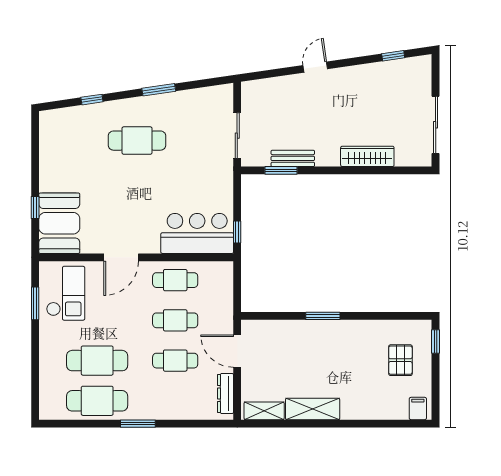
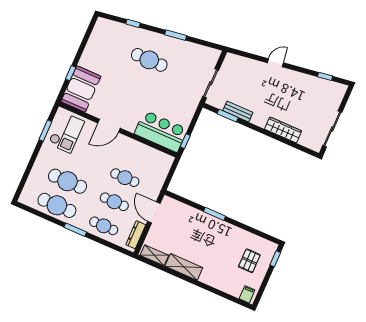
cafe table: (175, 280) -> (104, 226), moved

